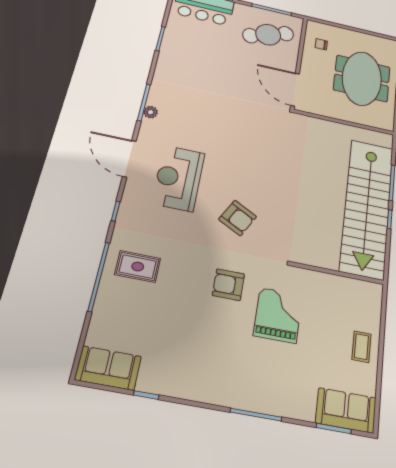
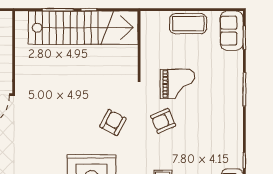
armchair: (228, 285) -> (163, 121), turned 67
grand piano: (278, 315) -> (178, 84), turned 180
coffee table: (361, 347) -> (188, 24), width x1.86, depth x1.72

